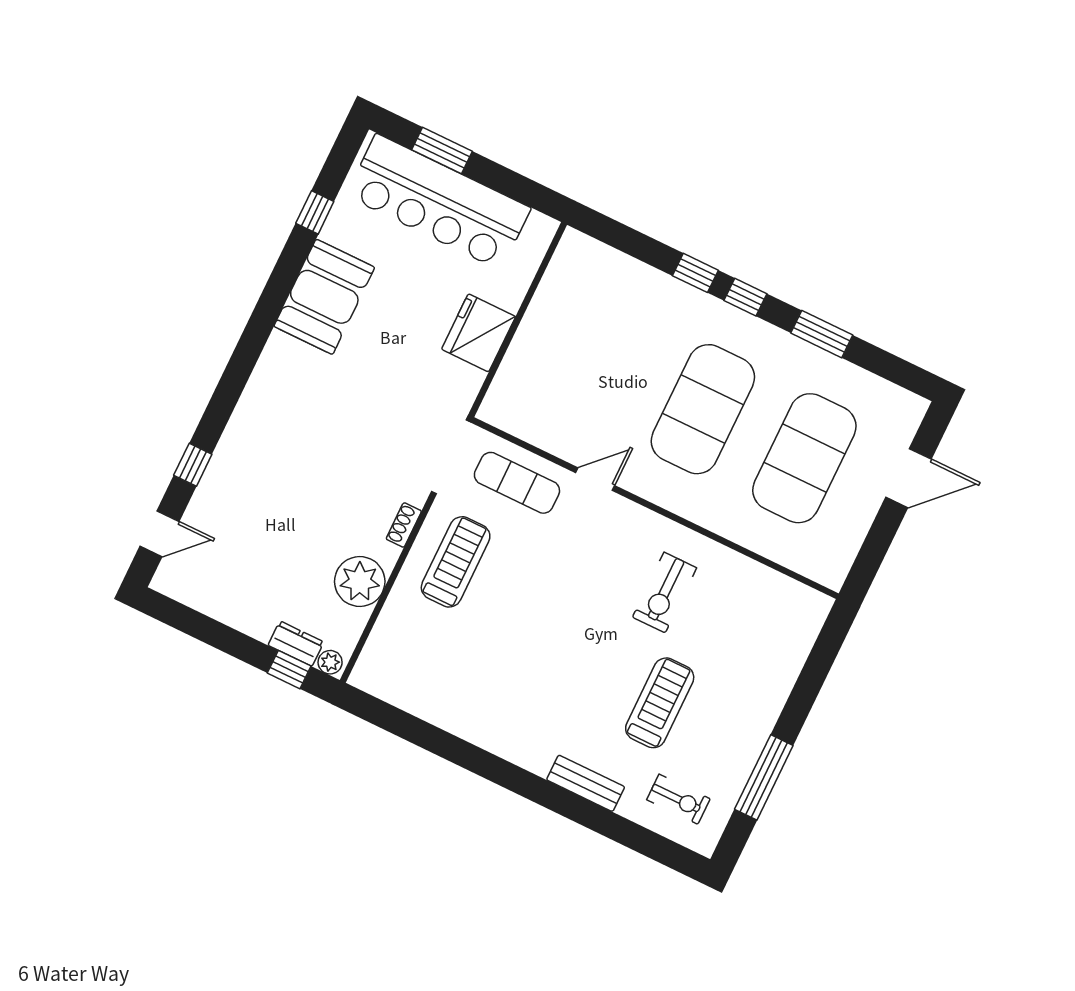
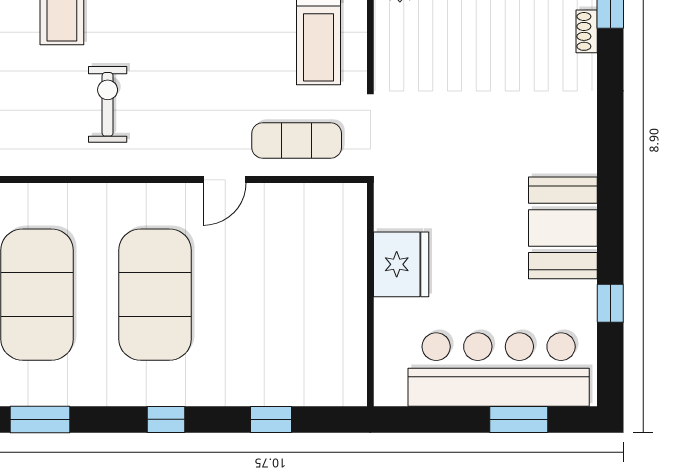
window: (695, 273) -> (271, 419), moved
window: (822, 334) -> (40, 419), moved
shoe rack: (404, 525) -> (587, 31), moved, turned 180

